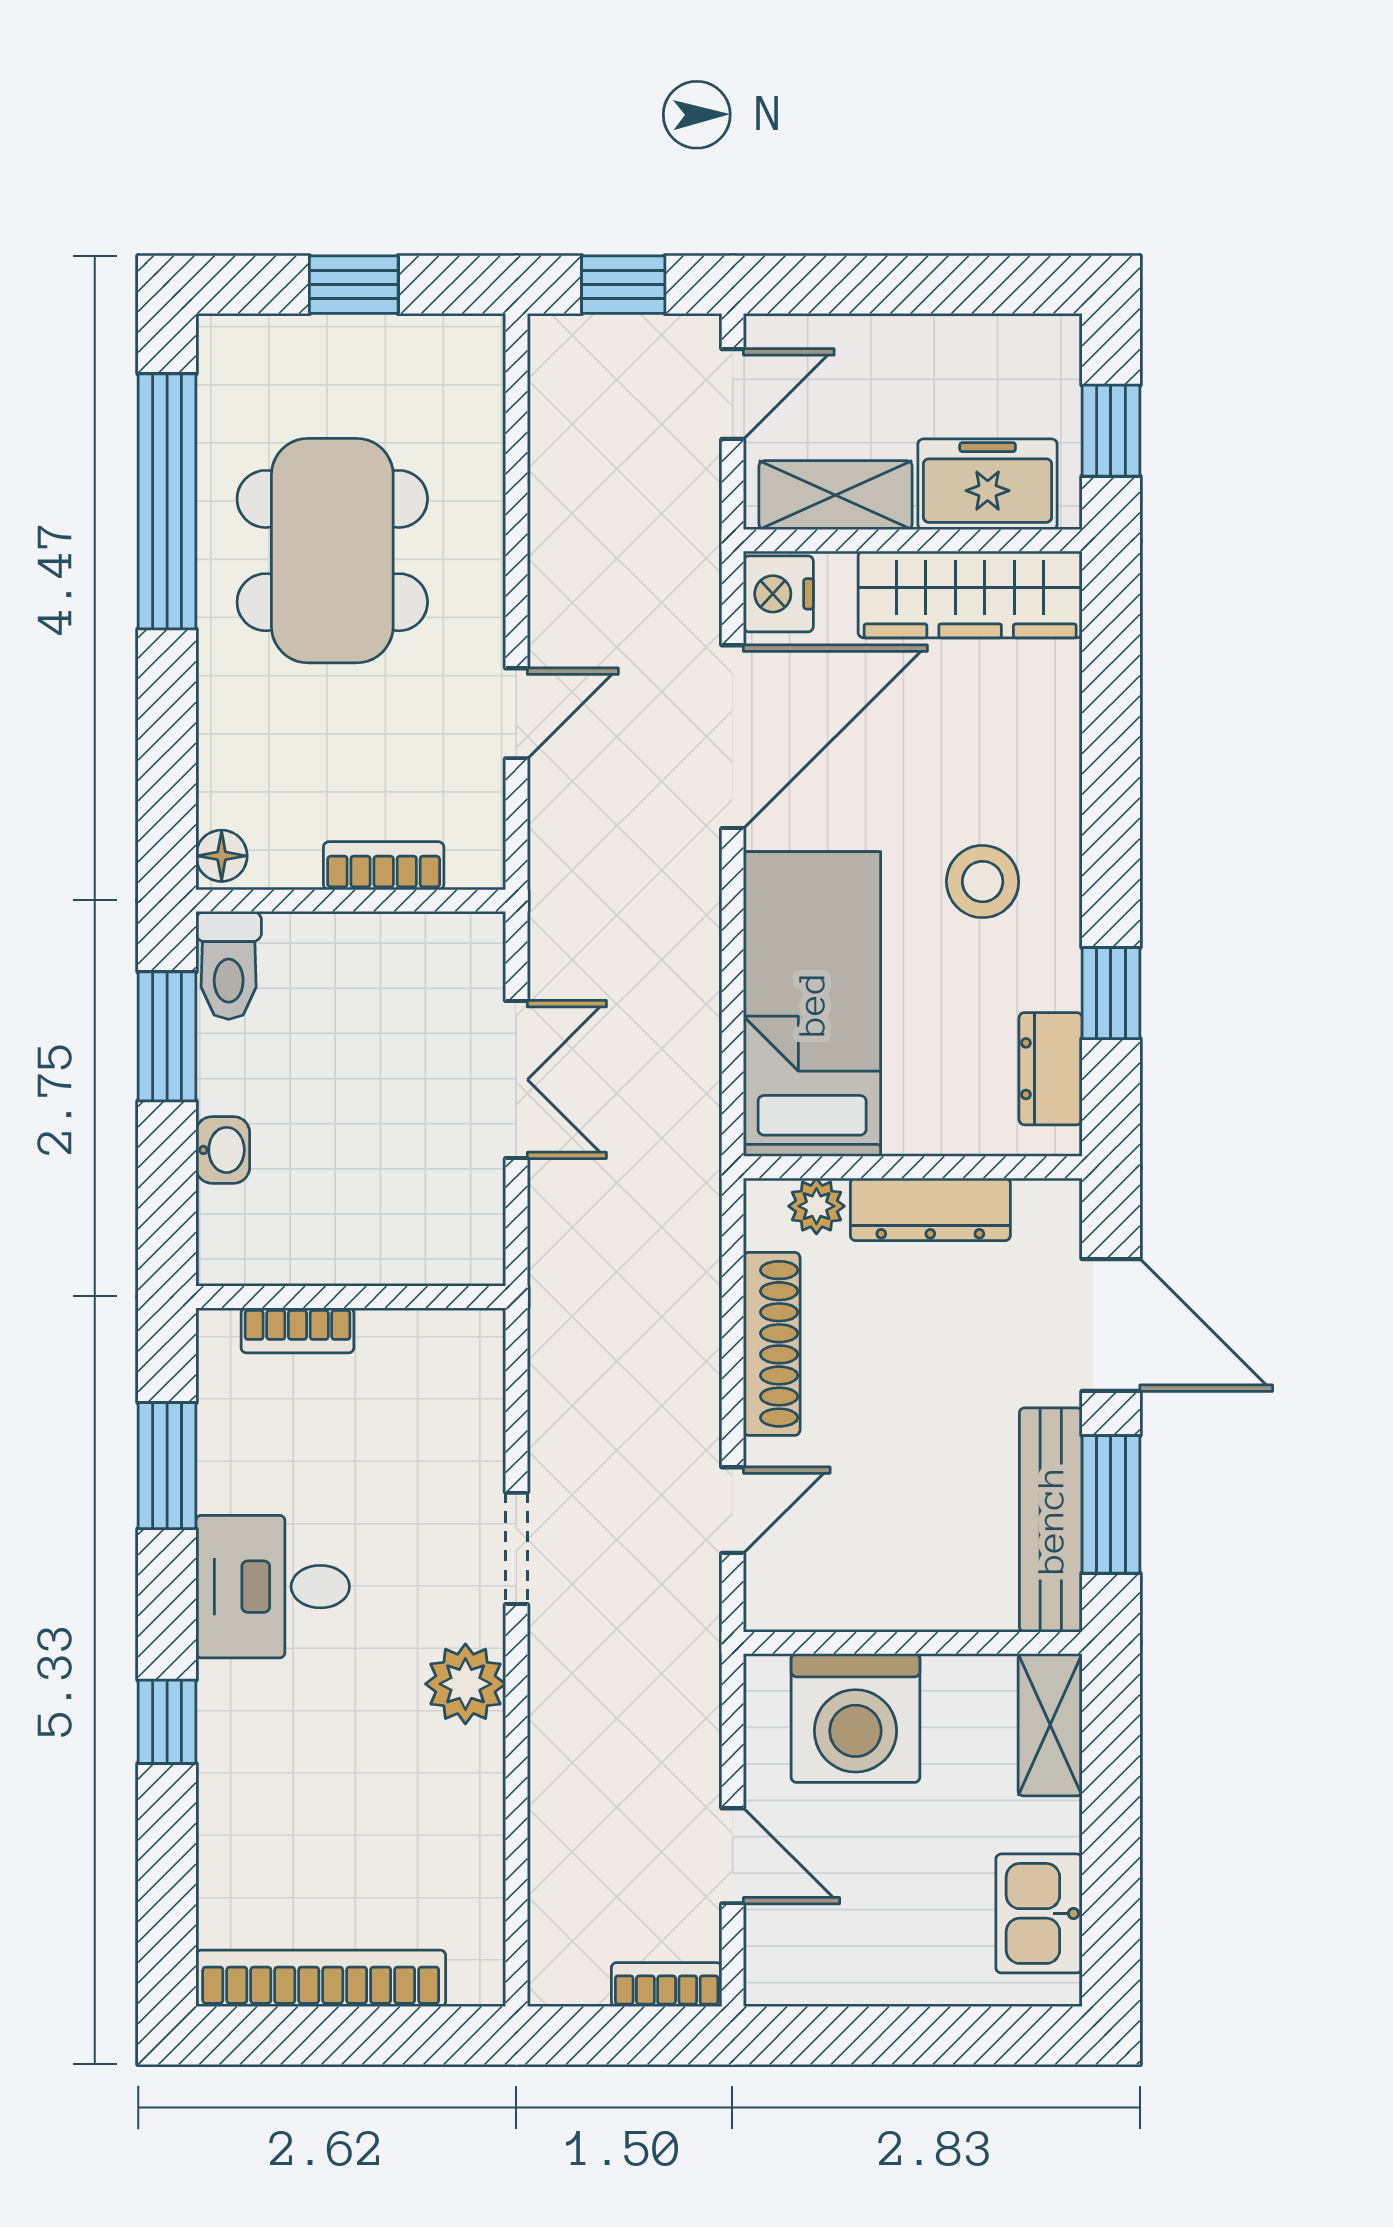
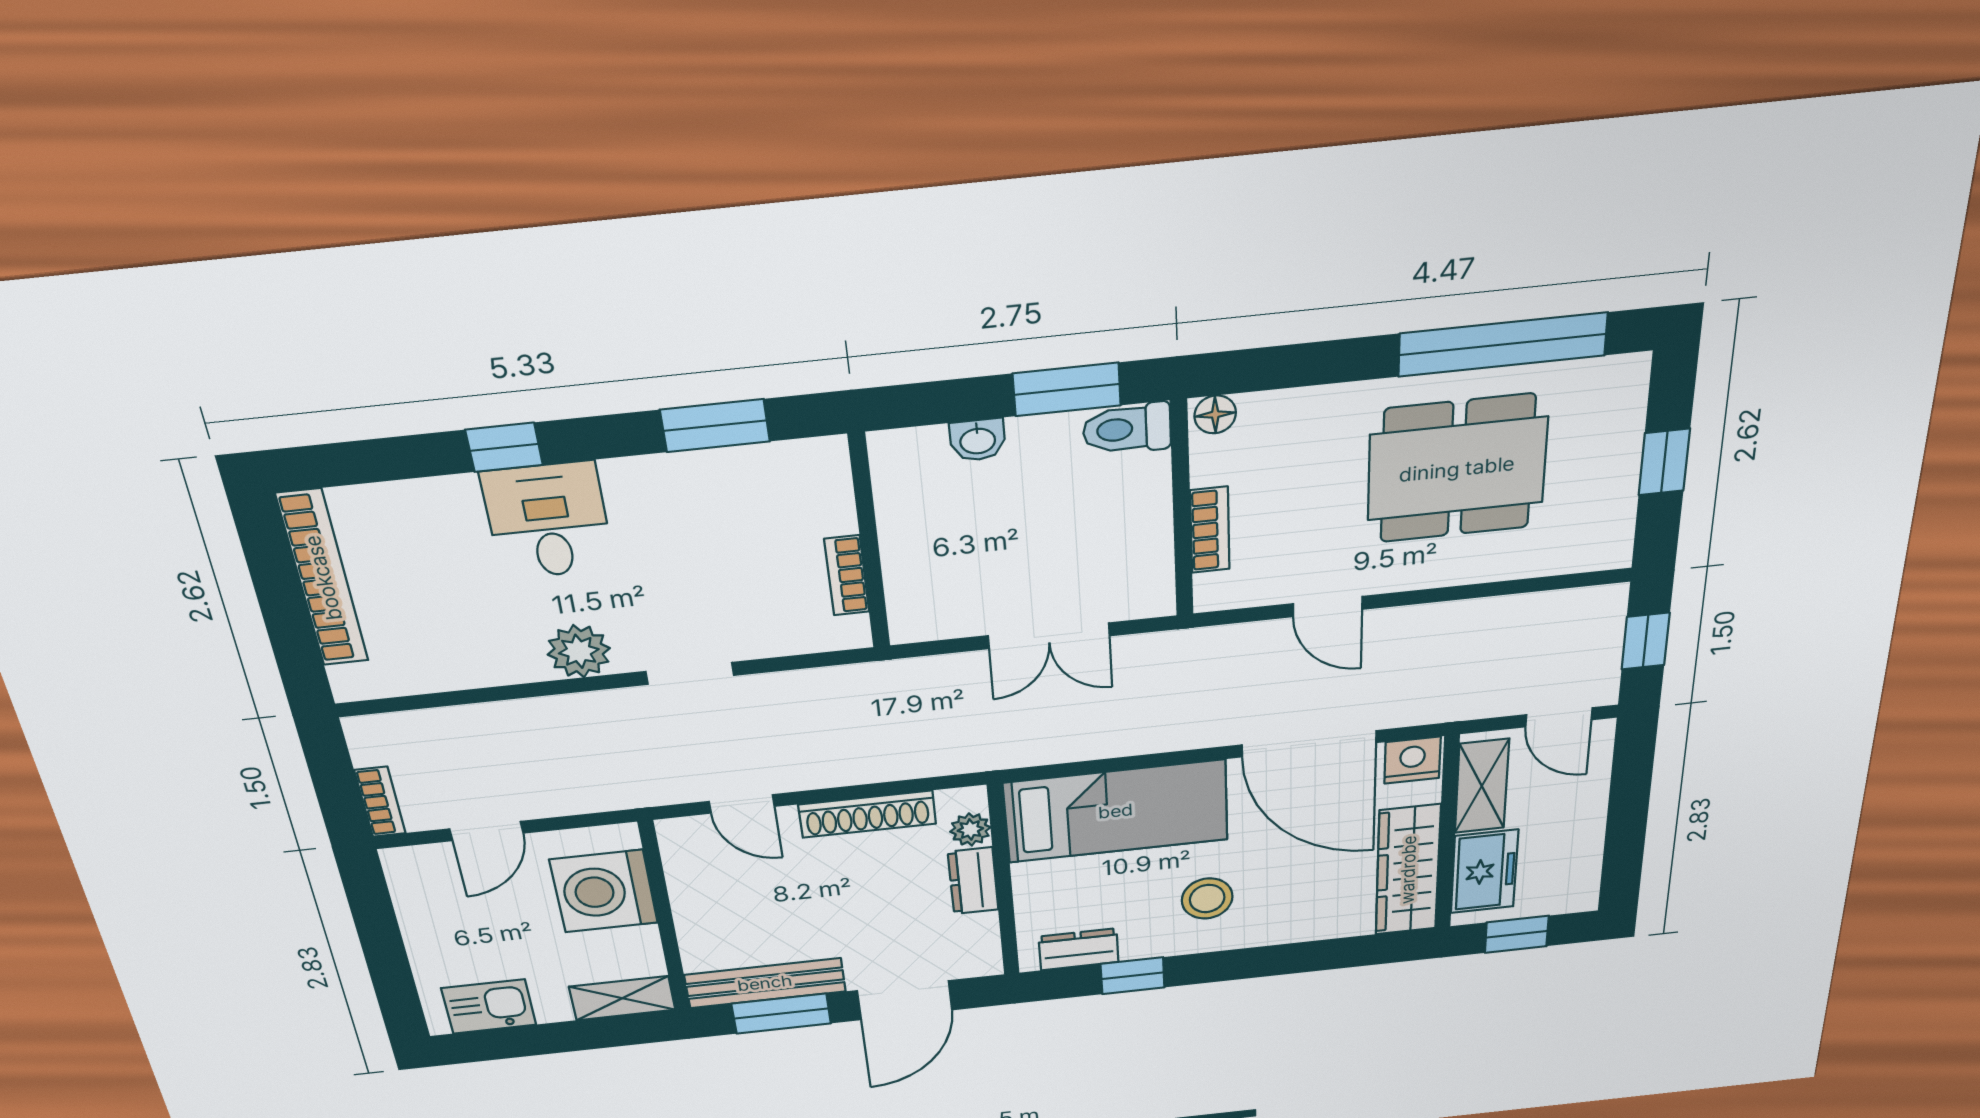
dresser: (930, 1209) -> (973, 881), width x0.70
bookcase: (297, 1330) -> (847, 575), moved
desk: (273, 1587) -> (548, 521), moved

